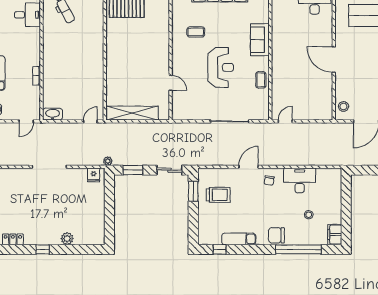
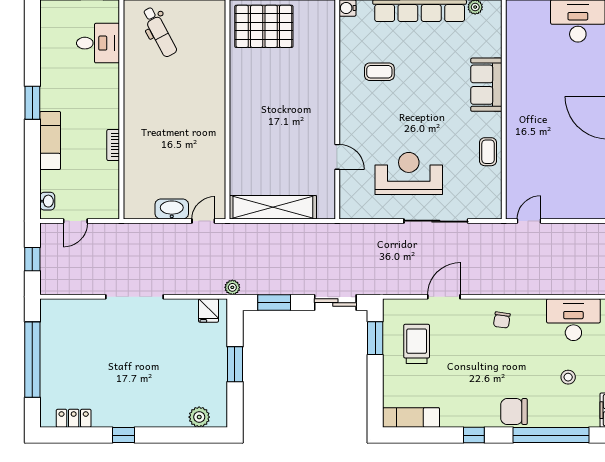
reception desk: (221, 67) -> (409, 173), moved, turned -90
washbasin: (53, 114) -> (172, 209), moved
door: (26, 121) -> (75, 221), moved
door: (249, 167) -> (444, 297), moved
desk: (300, 180) -> (573, 320), moved
trolley: (218, 195) -> (417, 344), turned -90
window: (109, 207) -> (235, 364), added
plant: (67, 239) -> (199, 417), moved
exam couch: (239, 239) -> (411, 418), moved
window: (220, 249) -> (474, 435), moved

